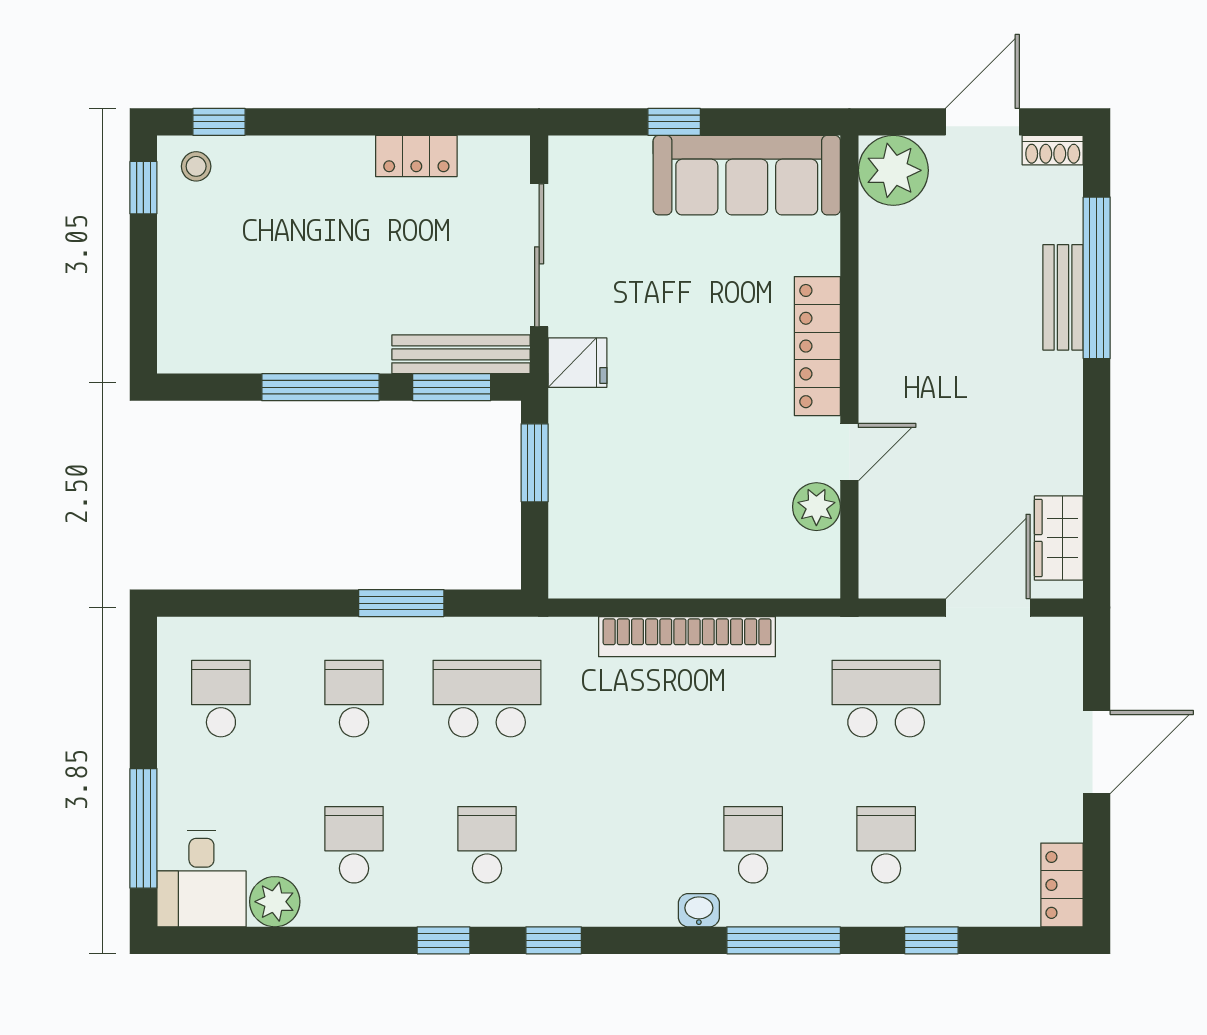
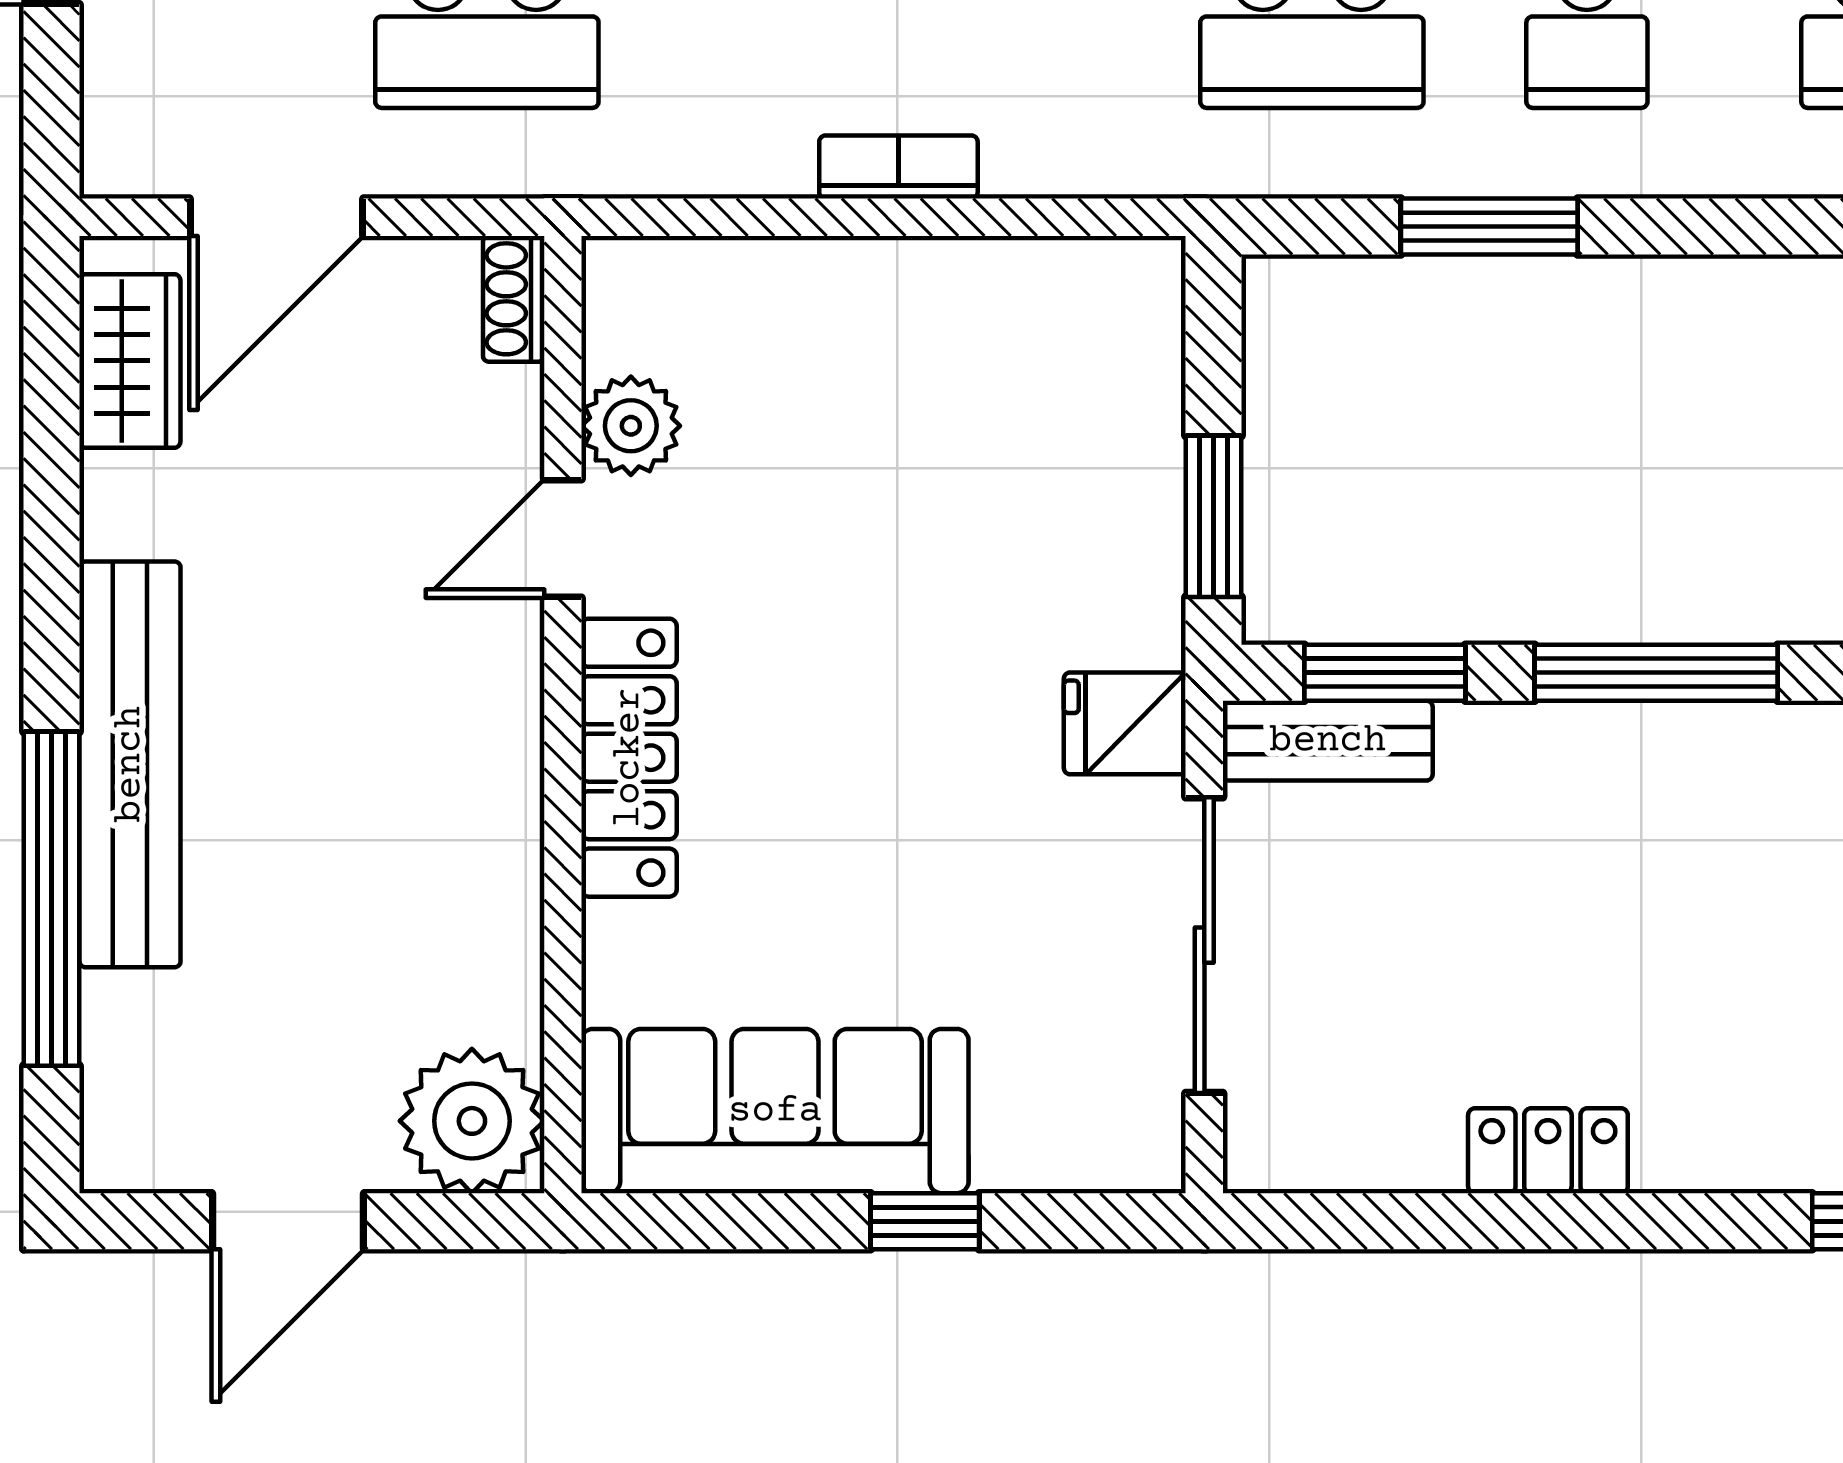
shoe rack: (1053, 150) -> (514, 299), moved, turned -90
locker: (416, 156) -> (1548, 1151), moved
bench: (1063, 297) -> (130, 764), width x1.86, depth x1.21
bench: (461, 354) -> (1328, 741), width x0.73
bookcase: (687, 637) -> (898, 167), width x0.43, depth x0.76

